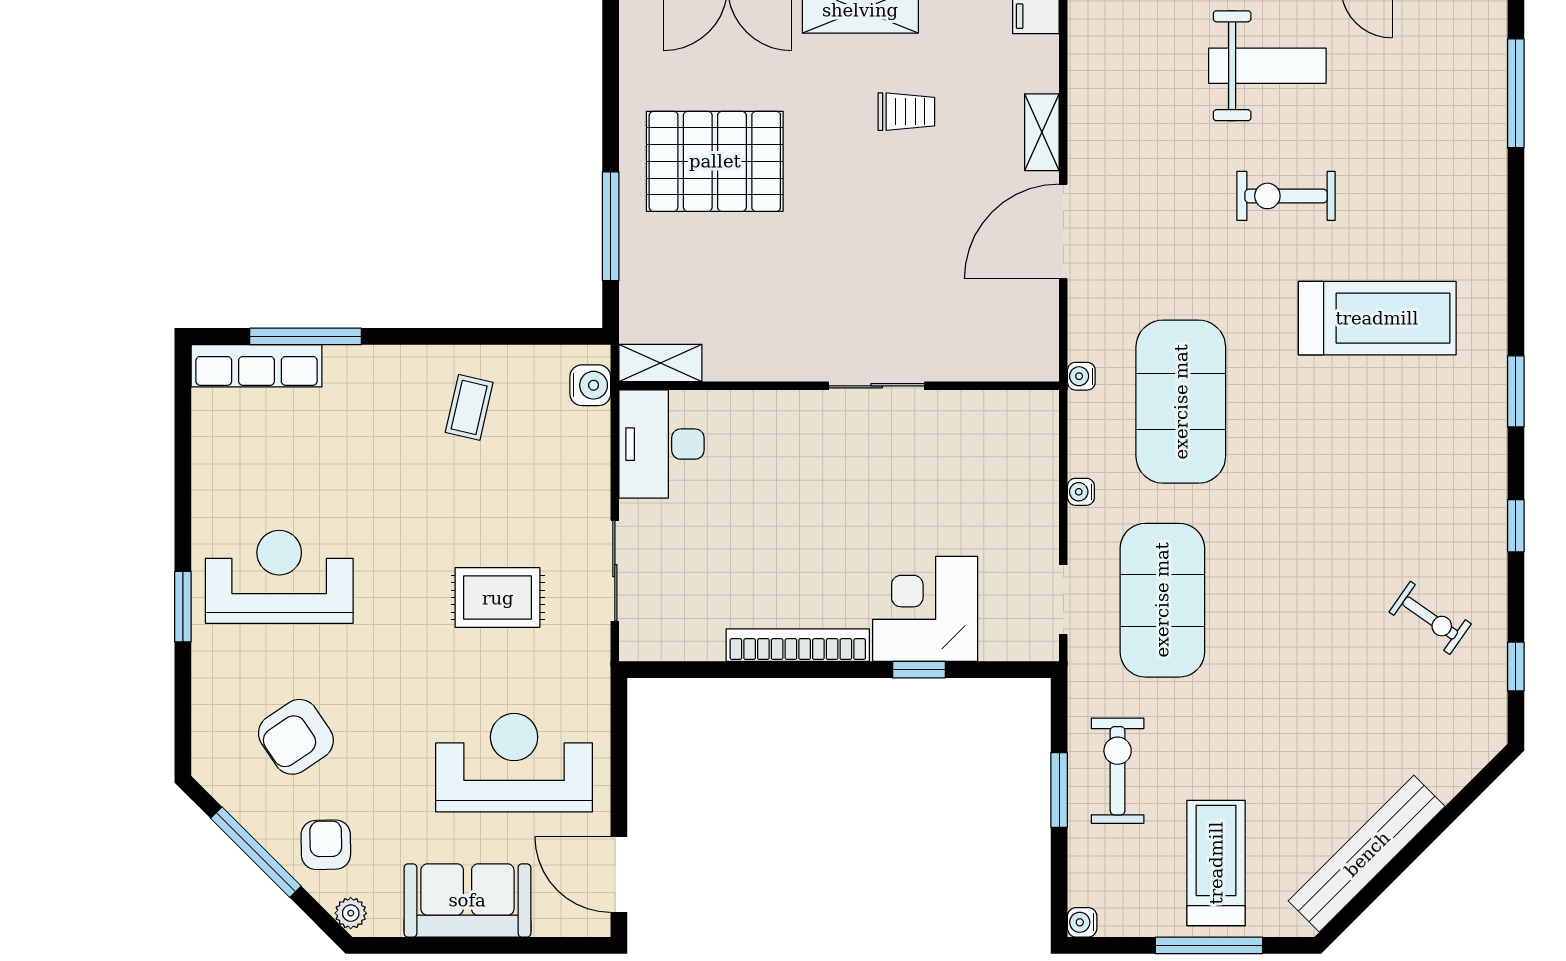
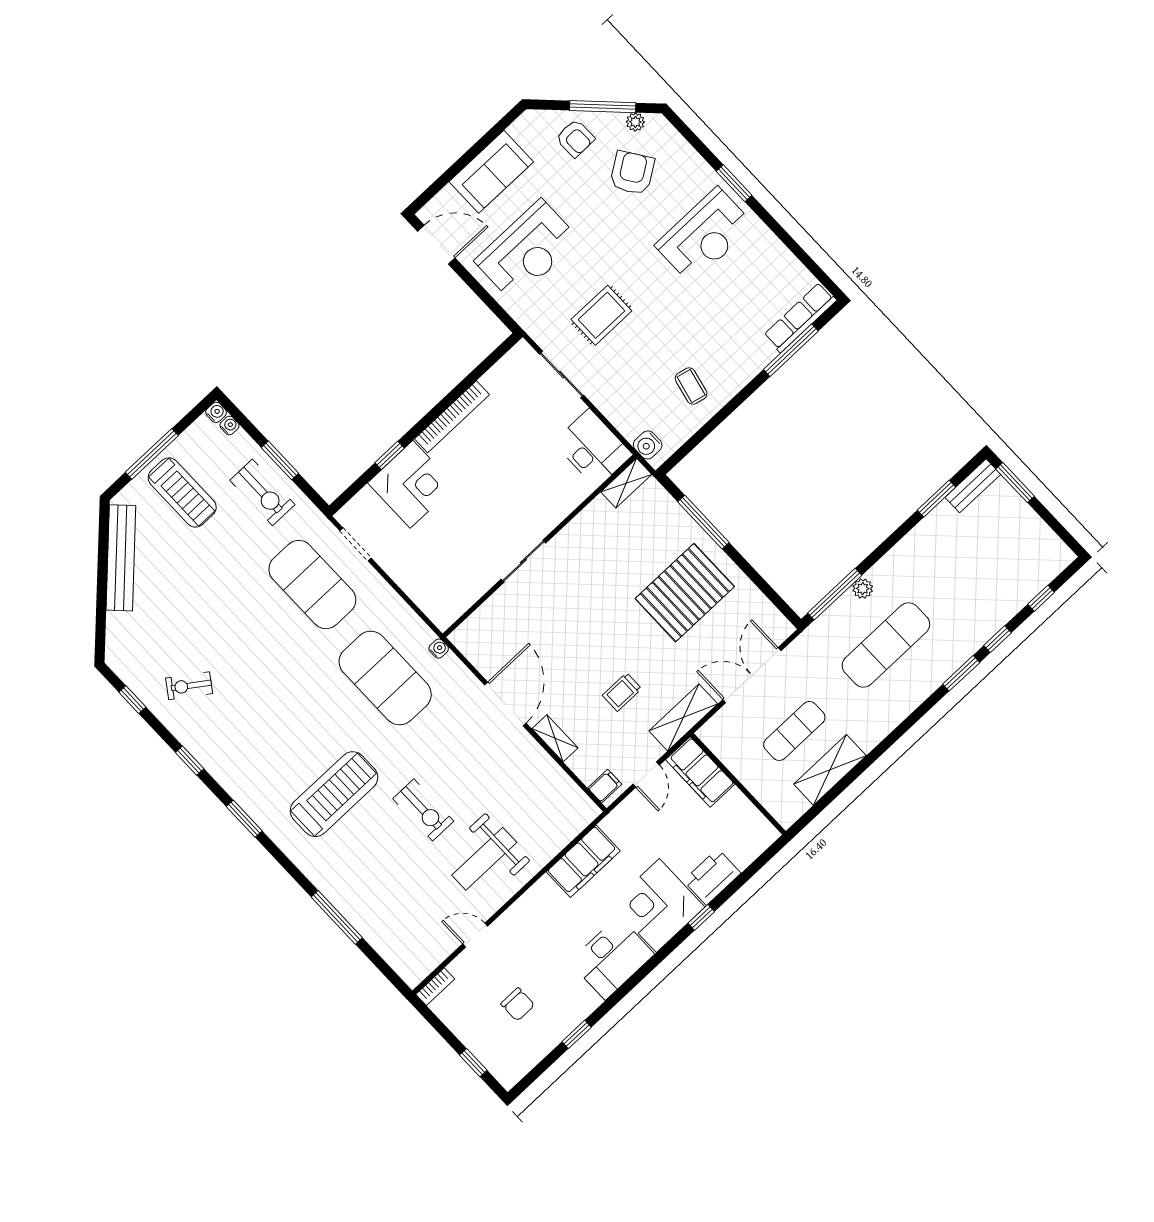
window: (1516, 93) -> (337, 917), moved
exercise bike: (1286, 196) -> (423, 810), turned 90
treadmill: (1377, 318) -> (334, 794), turned 180
water cooler: (1081, 492) -> (229, 426), moved
plant: (351, 913) -> (635, 122), moved

